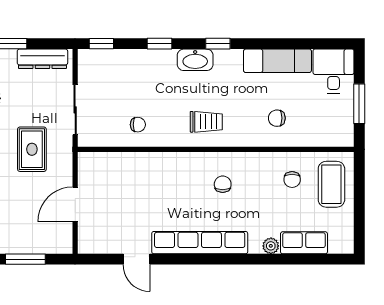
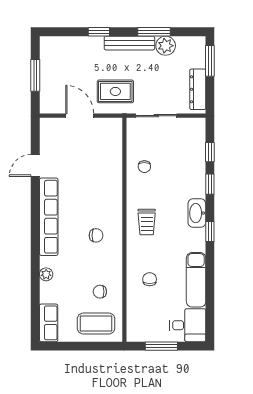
window: (101, 44) -> (210, 152), moved
rug: (32, 149) -> (115, 91), moved
row of seats: (304, 243) -> (49, 323), moved

